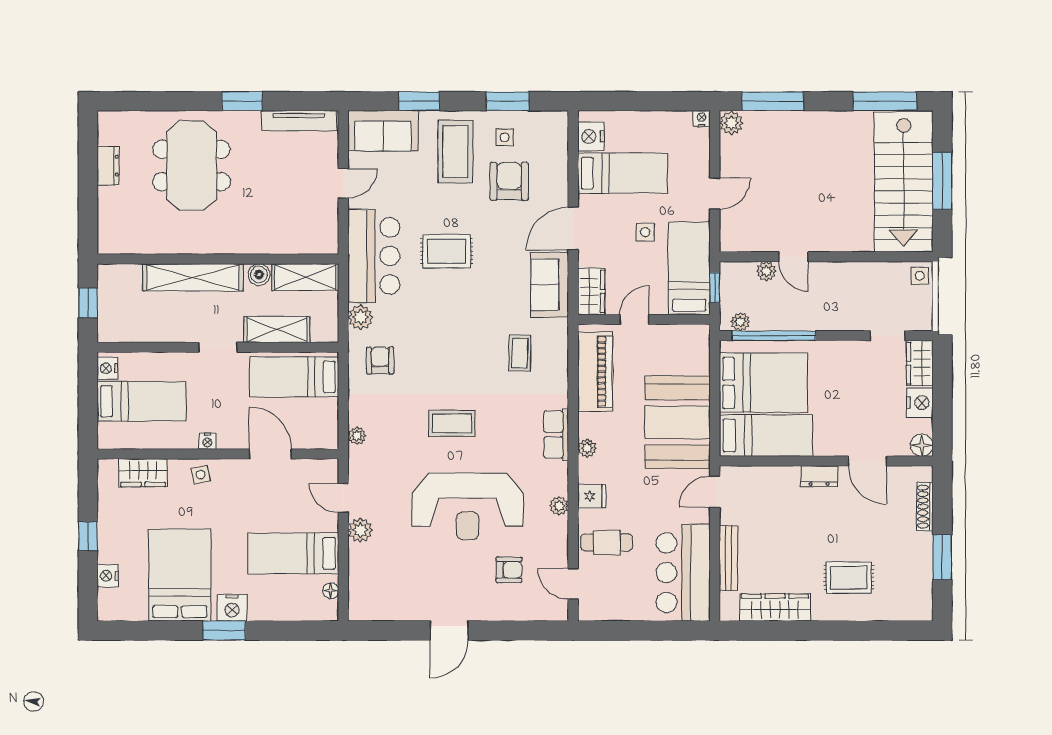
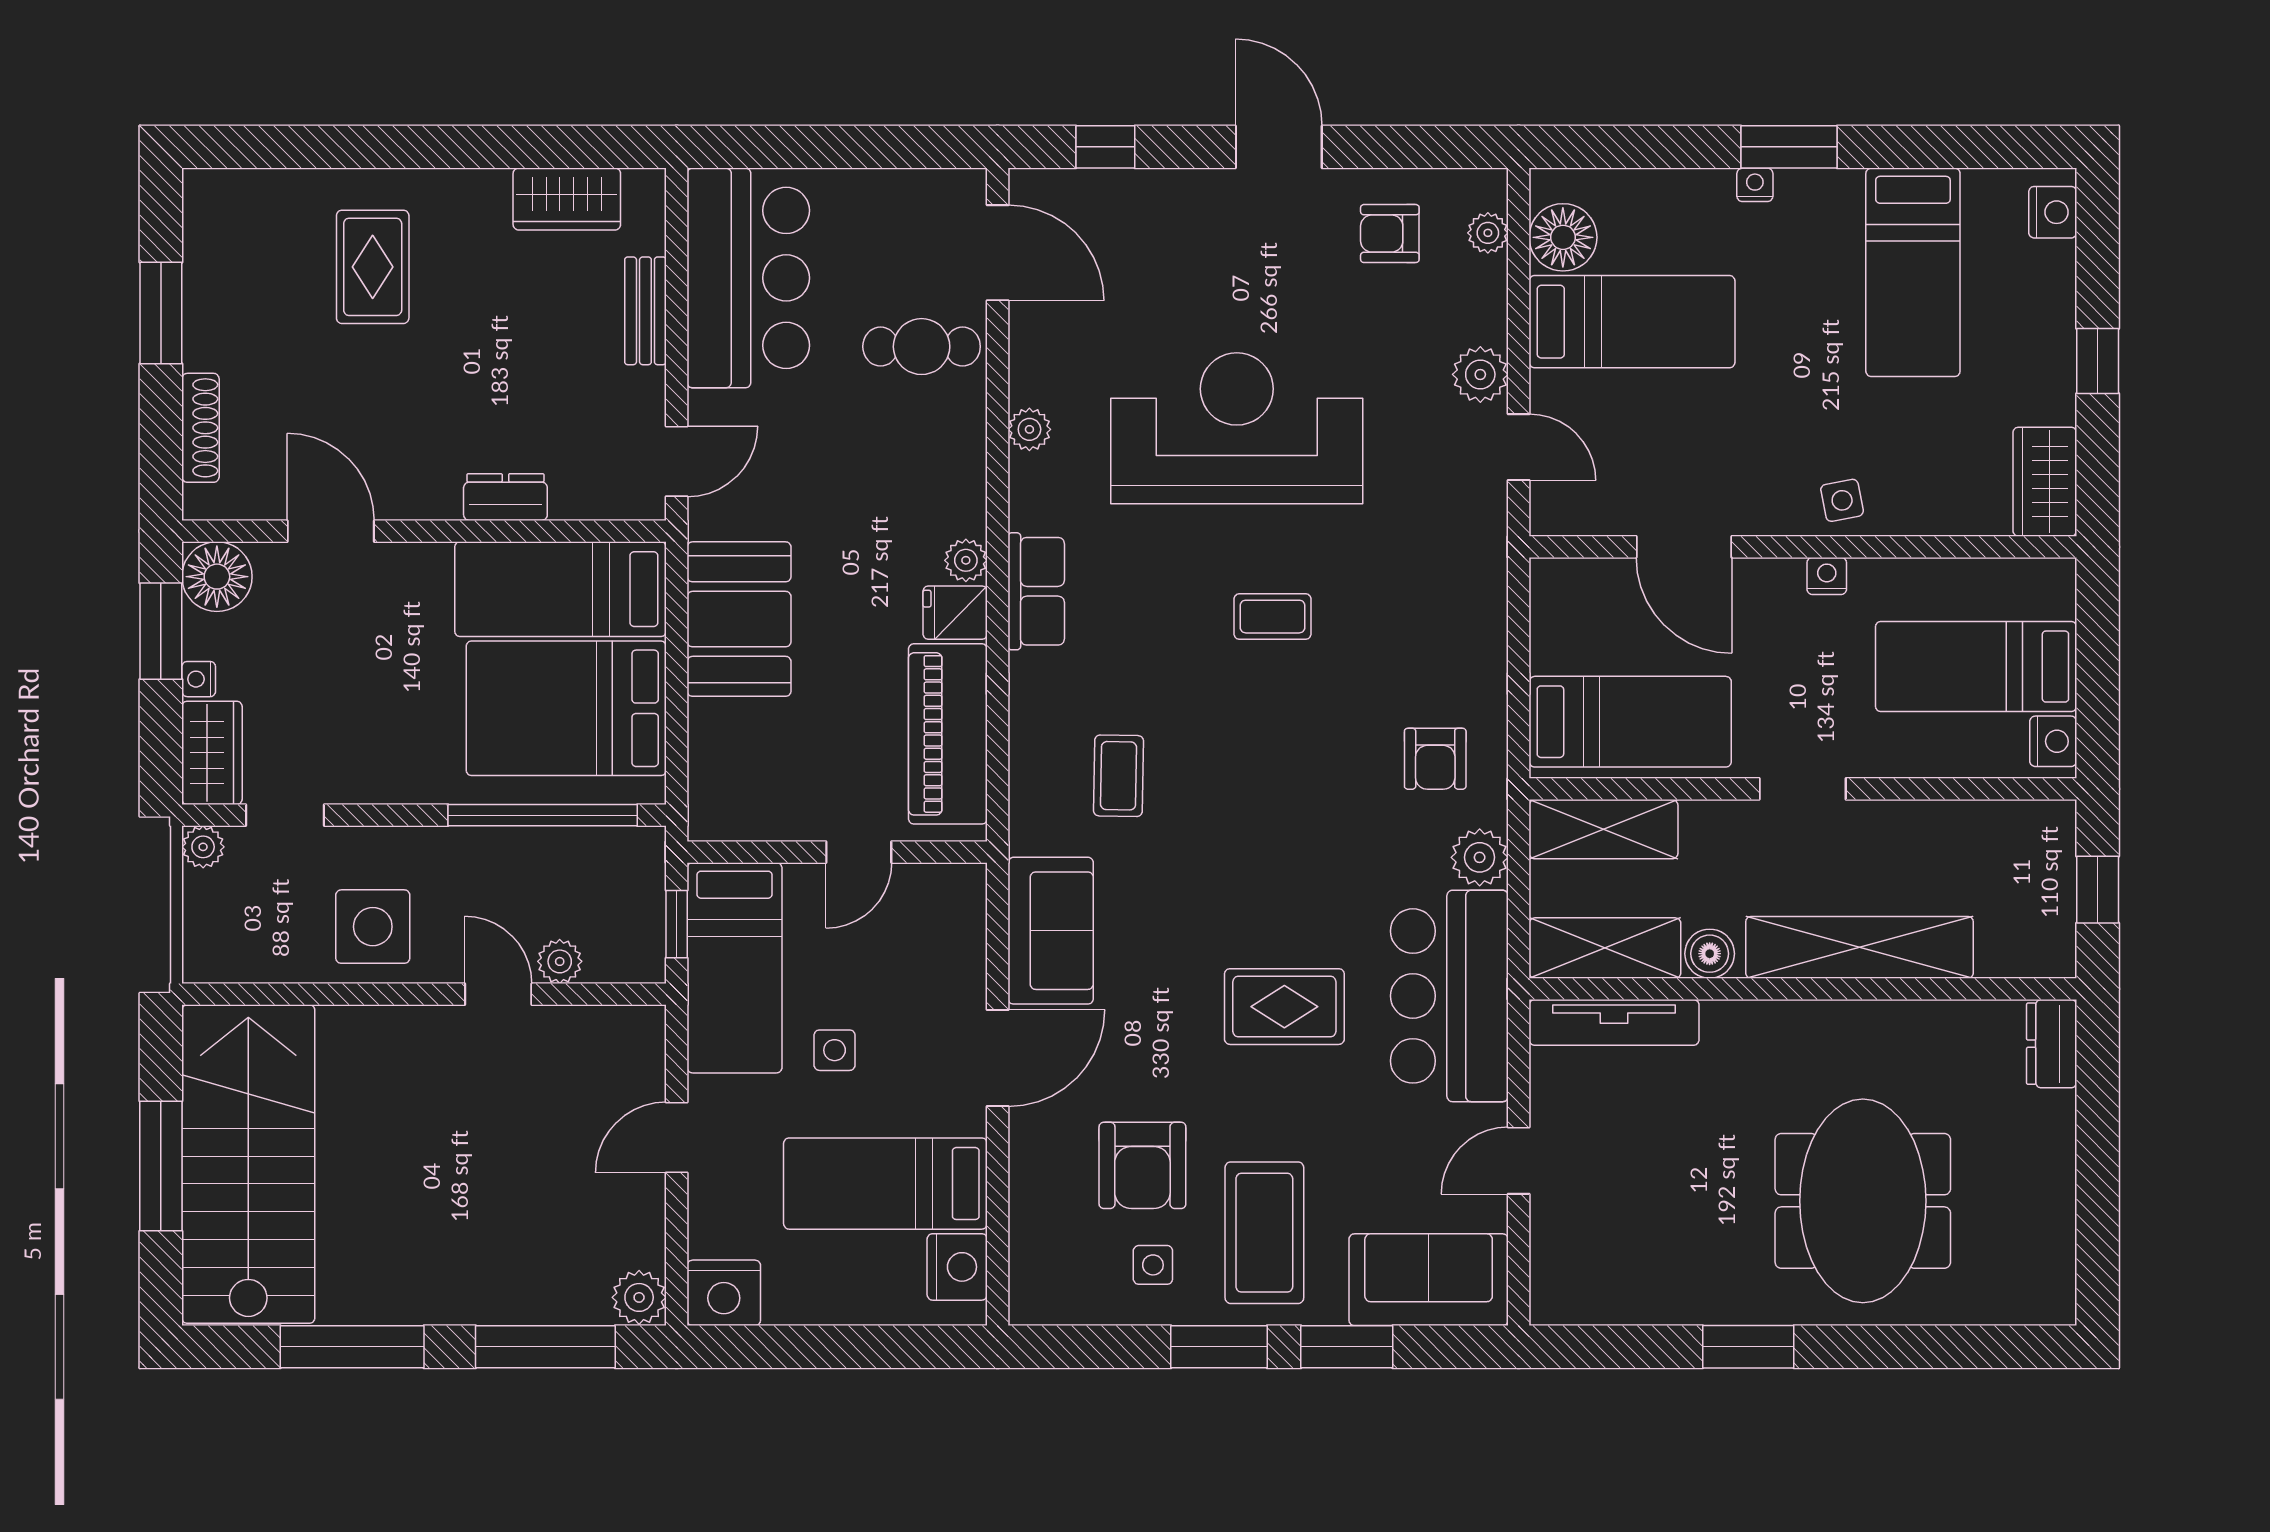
window: (507, 101) -> (1219, 1347), moved
window: (885, 101) -> (352, 1347), moved
nightstand: (702, 119) -> (724, 1293), width x1.89, depth x1.79
tv unit: (299, 121) -> (1614, 1022), moved, turned 180
dresser: (108, 166) -> (2052, 1044), moved
side table: (920, 276) -> (373, 927), moved, width x1.87, depth x1.87
wardrobe: (591, 291) -> (956, 915), removed
plant: (740, 322) -> (203, 847), moved
shelving: (277, 330) -> (1603, 829), moved
nightstand: (920, 403) -> (199, 679), width x0.53, depth x0.56
window: (942, 417) -> (161, 631), added
booth: (678, 422) -> (739, 619), width x0.73, depth x0.70
coffee table: (452, 423) -> (1273, 617), width x0.73, depth x0.77
plant: (357, 436) -> (1488, 233), moved
floor lamp: (922, 445) -> (217, 577), width x1.38, depth x1.38
wardrobe: (143, 473) -> (2045, 482), moved, turned -90
dresser: (819, 476) -> (505, 497), moved
fridge: (592, 496) -> (955, 613), moved
bench: (729, 558) -> (645, 311), width x0.73
armchair: (509, 570) -> (1390, 234), moved
bed: (180, 575) -> (1913, 272), width x0.67
nightstand: (108, 576) -> (2053, 212), moved
rug: (849, 578) -> (373, 267), turned 90
door: (573, 584) -> (998, 253), width x1.38
floor lamp: (331, 591) -> (1563, 237), width x1.89, depth x1.89
nightstand: (232, 608) -> (1755, 185), width x0.53, depth x0.56
wardrobe: (775, 608) -> (567, 199), width x0.67
door: (449, 631) -> (1279, 147), hinge flipped
window: (526, 631) -> (1105, 147), added

